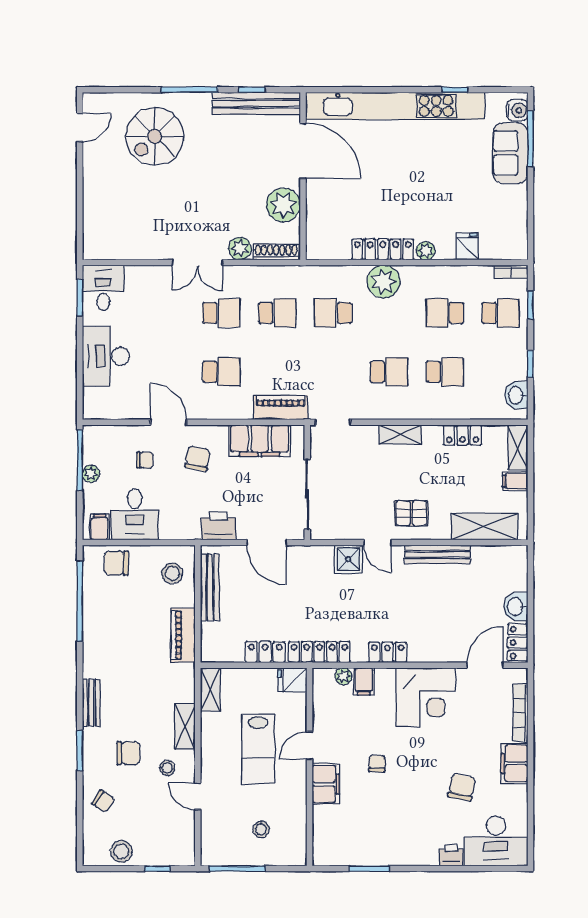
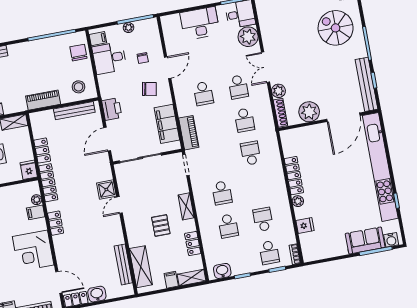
plant: (384, 282) -> (248, 37), moved
pallet: (411, 513) -> (161, 226), moved
bench: (437, 554) -> (123, 264), moved

